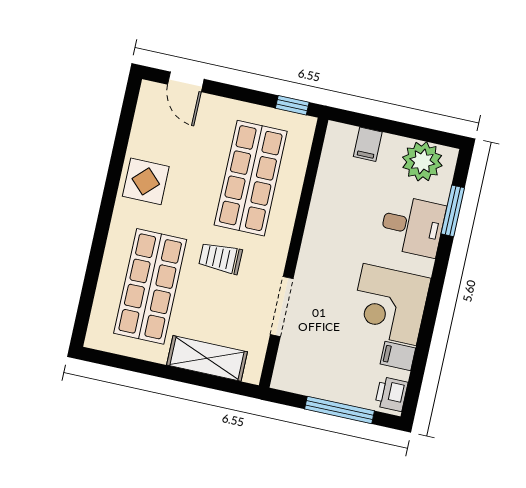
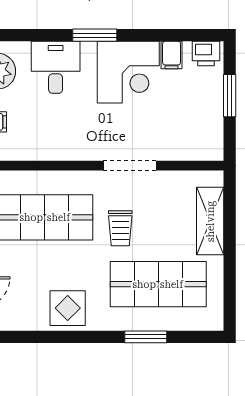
window: (453, 211) -> (95, 35), moved
window: (95, 260) -> (146, 337), added
doorway: (282, 307) -> (130, 166), moved
window: (339, 410) -> (230, 96), width x0.69

